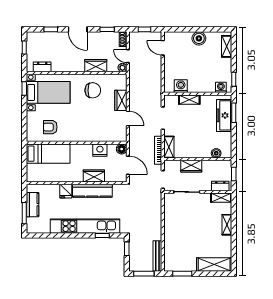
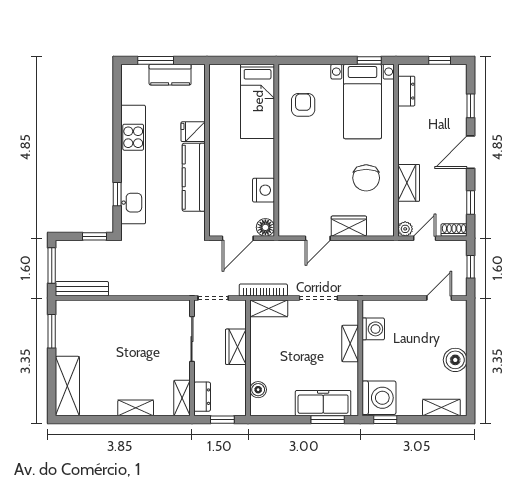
washing machine: (221, 87) -> (379, 398), width x1.89, depth x1.89
wardrobe: (94, 176) -> (219, 180), removed

